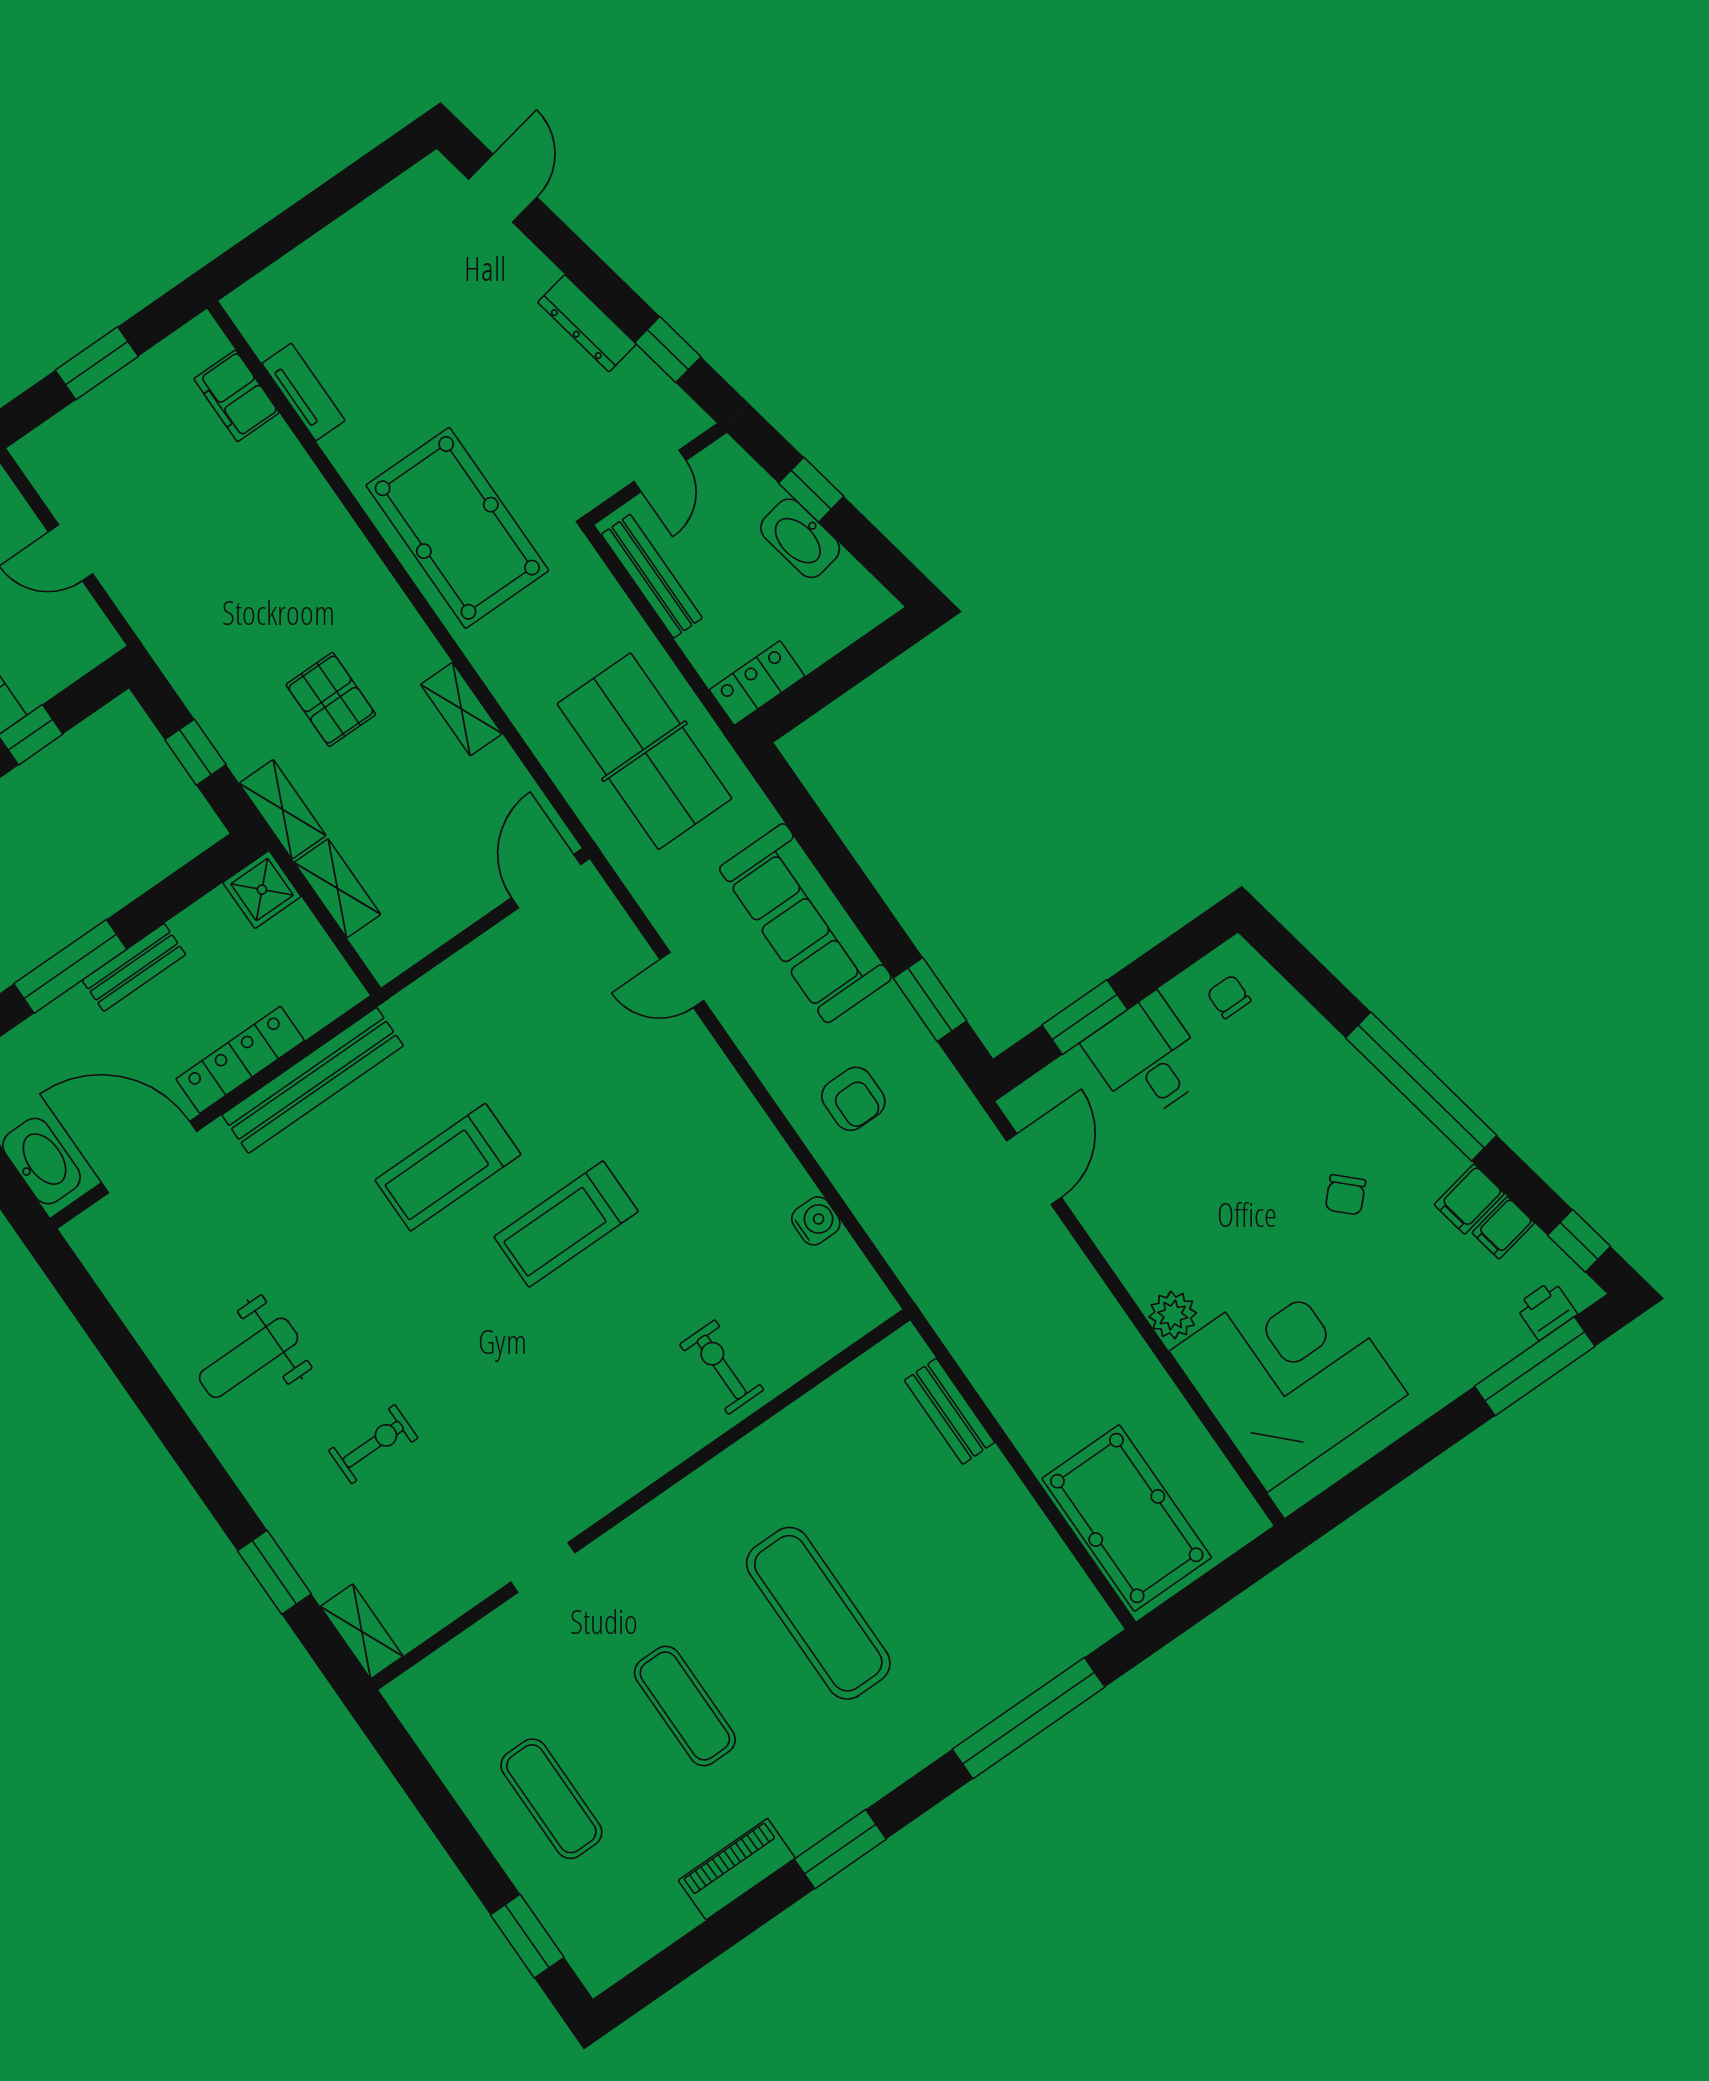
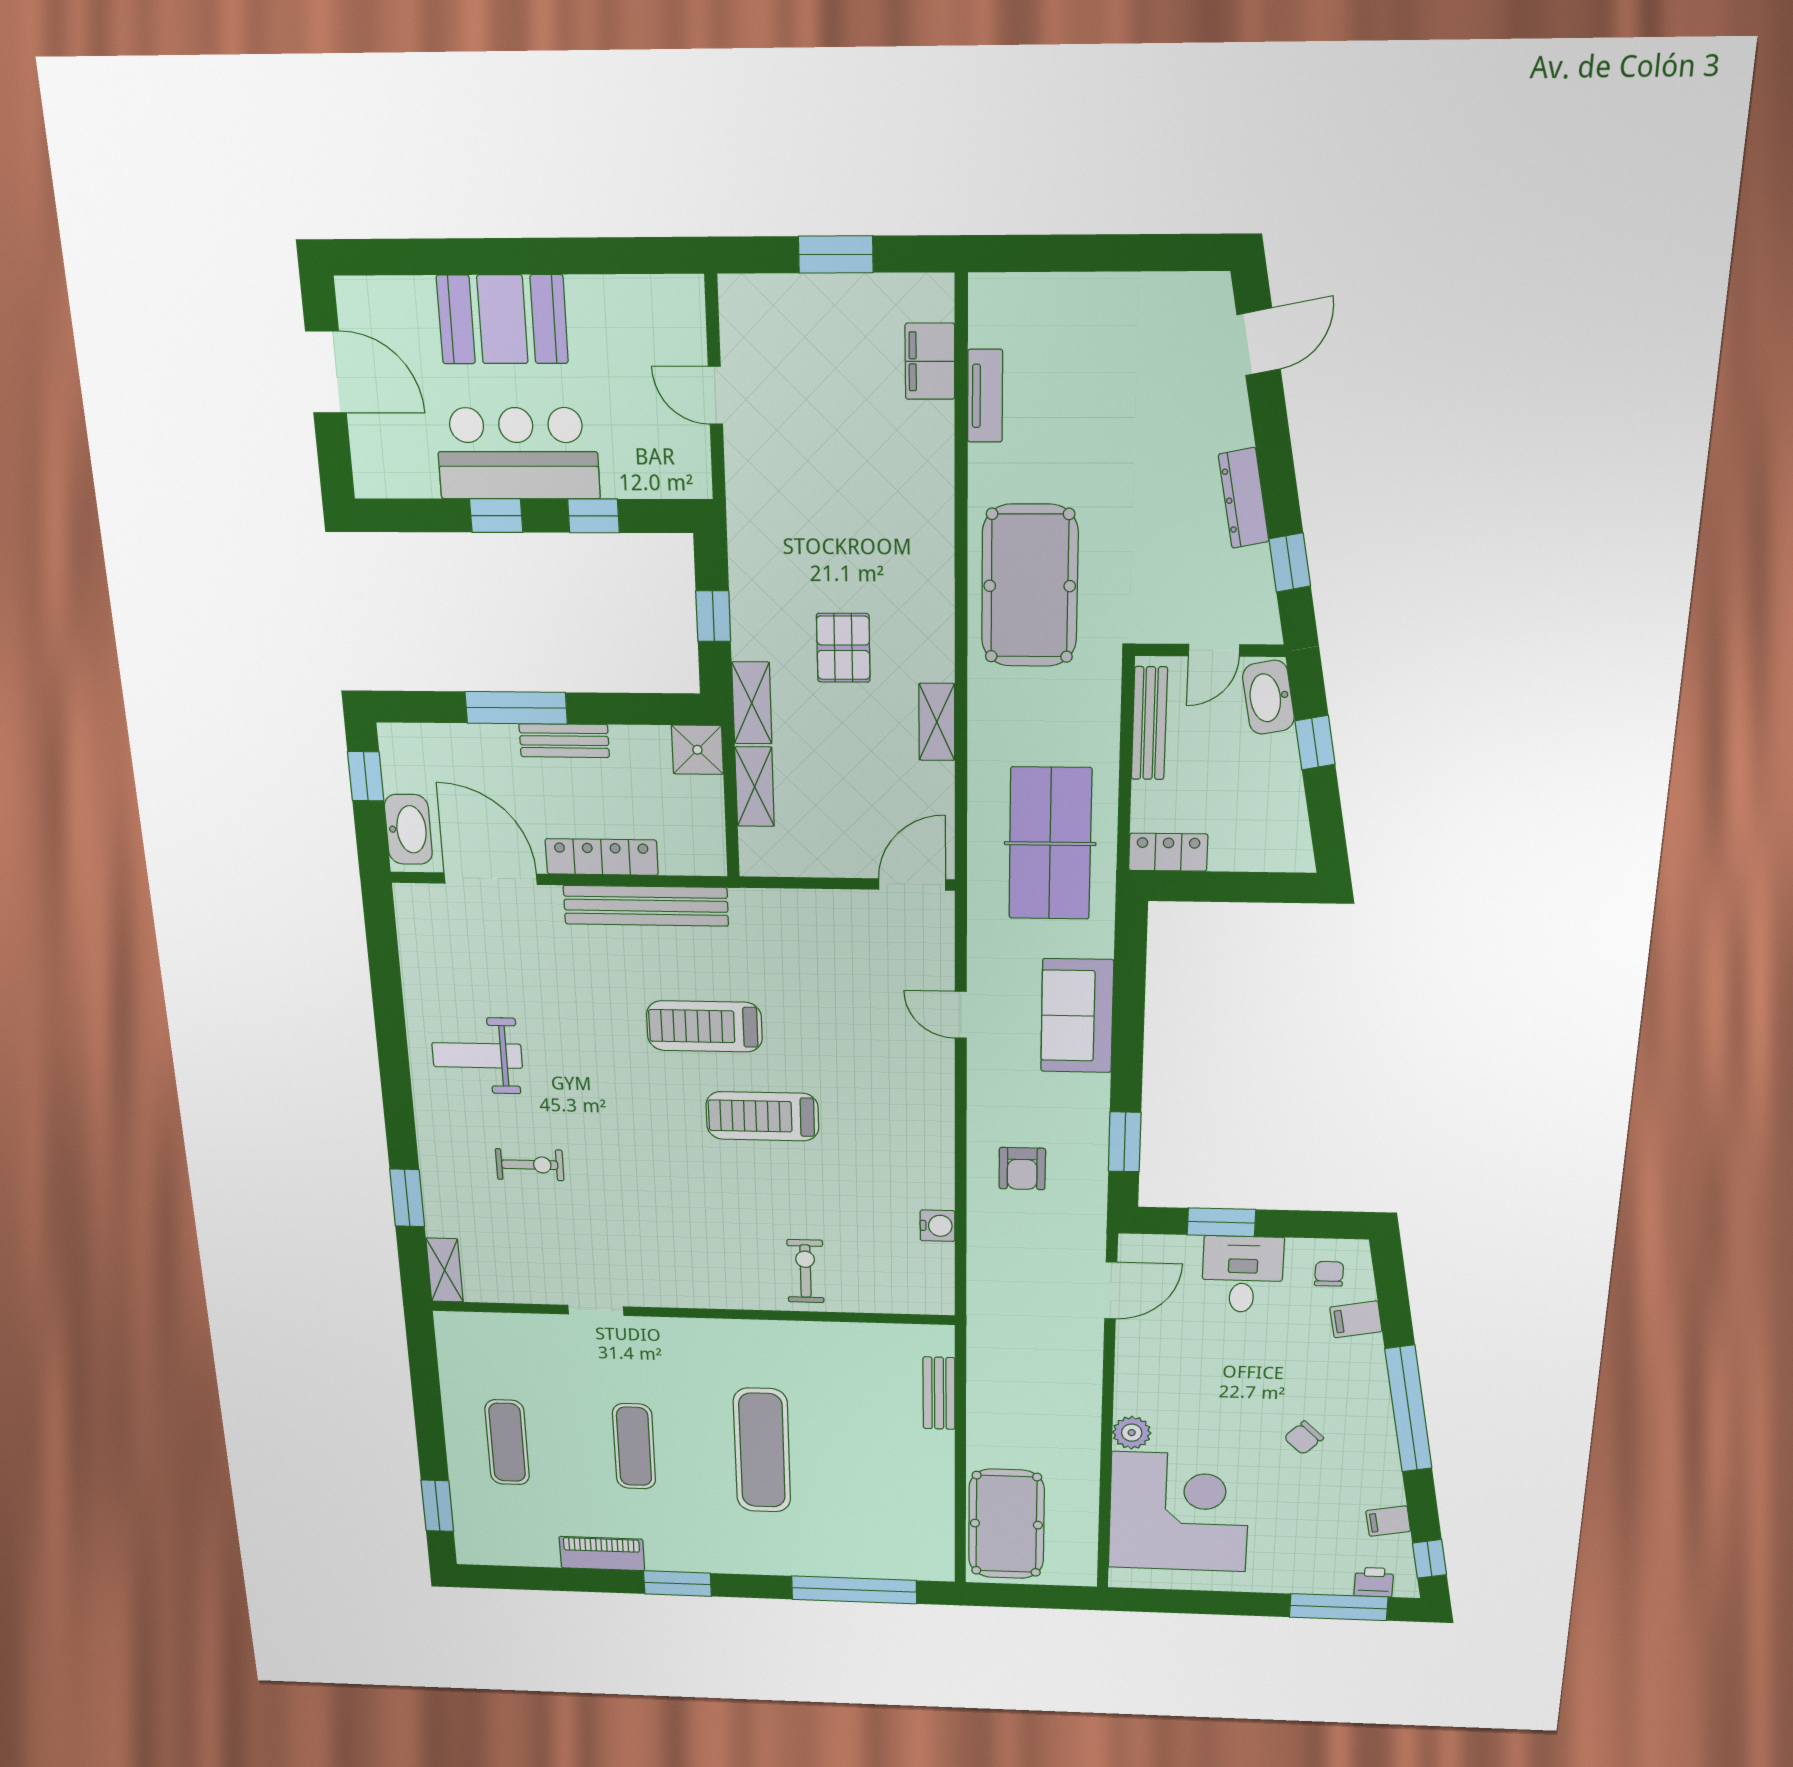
washbasin: (800, 538) -> (1268, 697), moved
sofa: (805, 923) -> (1077, 1016), width x0.73
filing cabinet: (1469, 1199) -> (1356, 1319), moved

